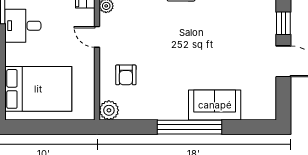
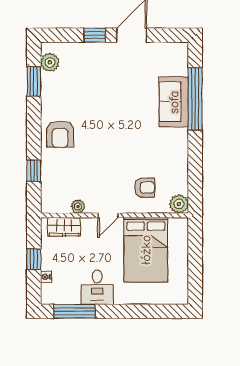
bed: (38, 89) -> (146, 250), moved, turned 180
window: (190, 127) -> (195, 99), moved

